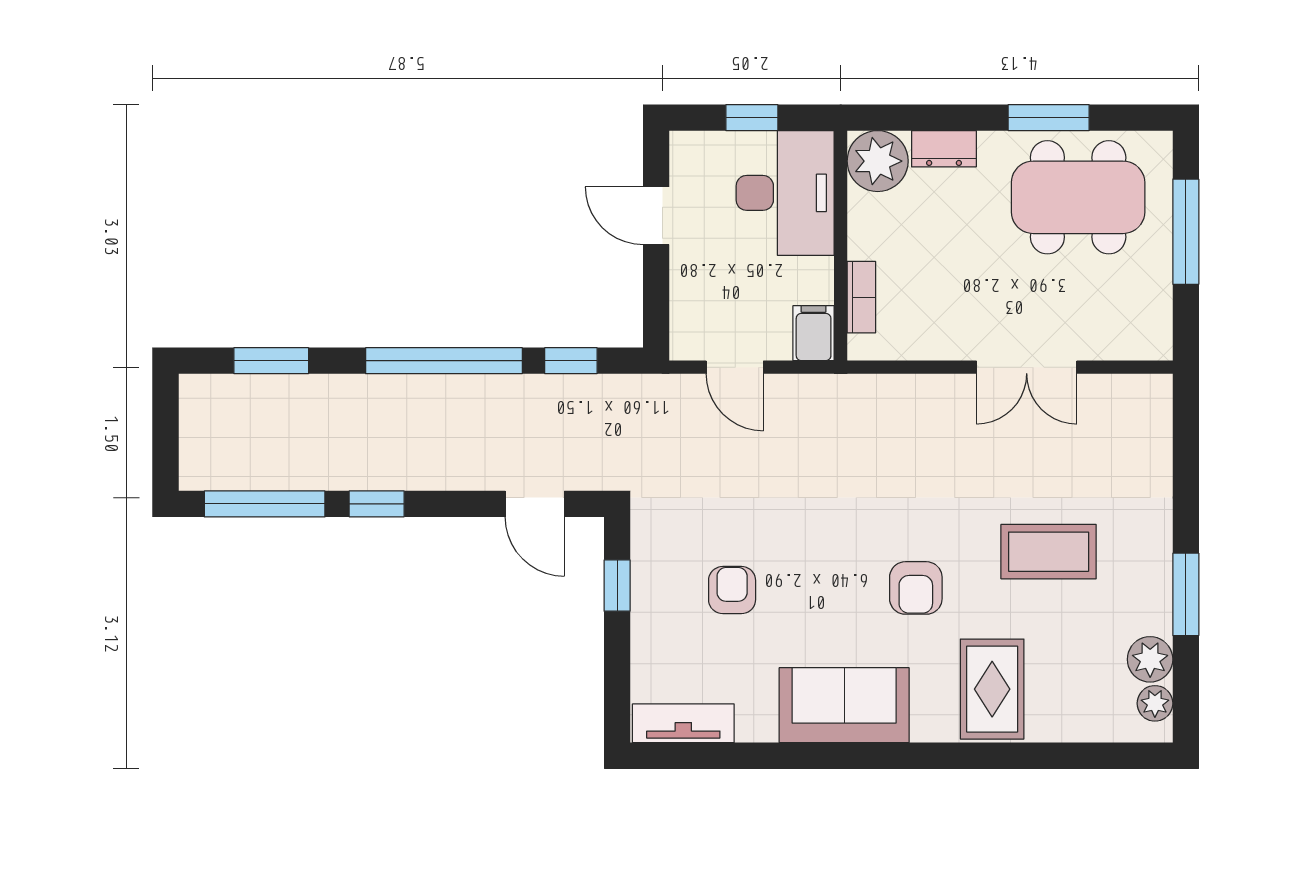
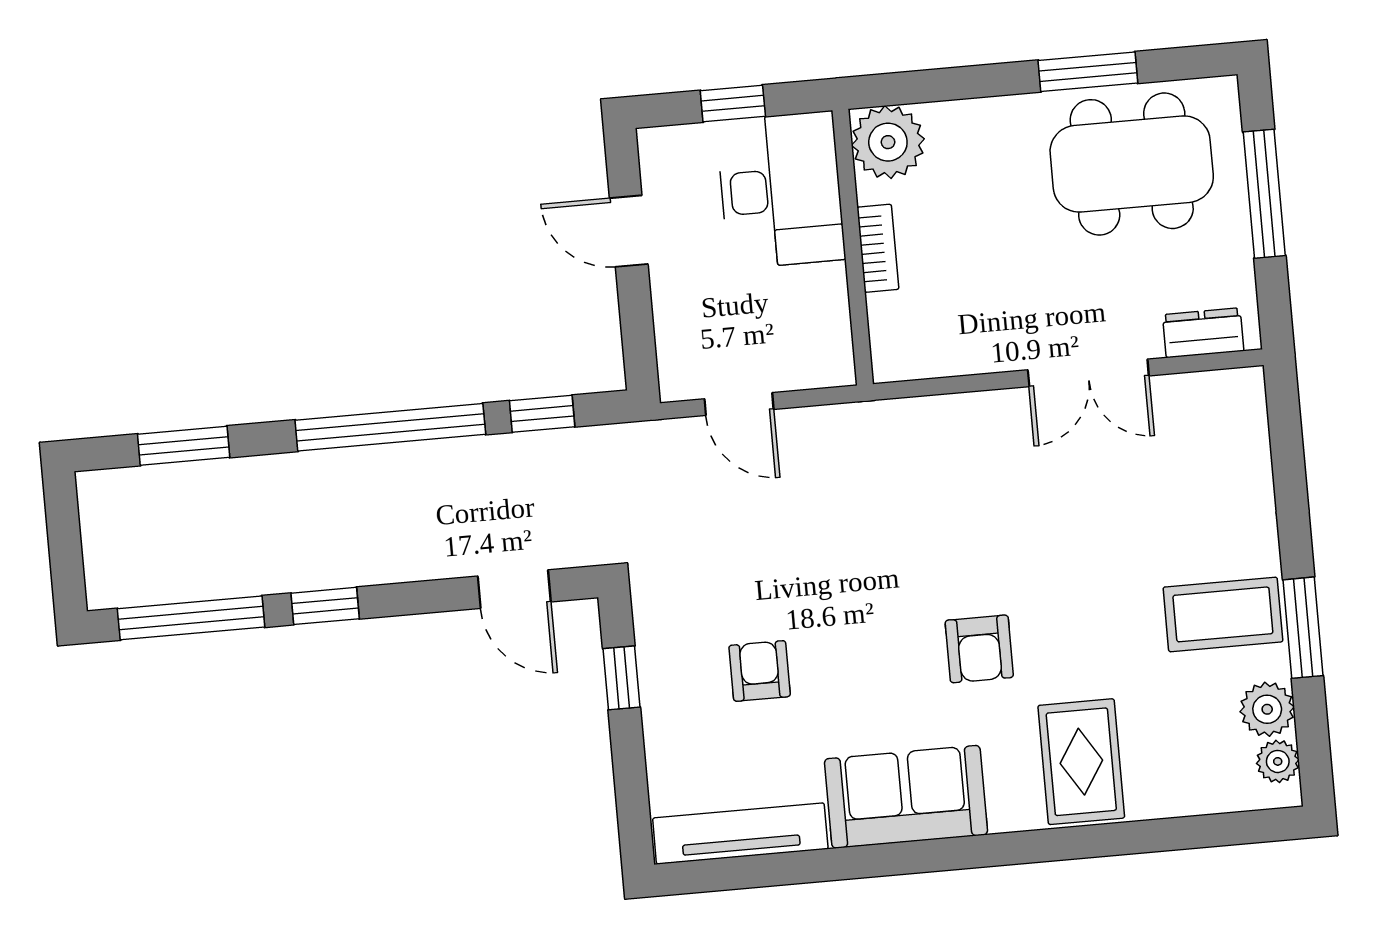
dresser: (944, 149) -> (1203, 333), moved, turned 180
bookcase: (861, 297) -> (878, 248), moved
filing cabinet: (814, 333) -> (830, 355), removed
coffee table: (1049, 552) -> (1223, 614), moved
tv unit: (683, 723) -> (740, 833), width x1.41

